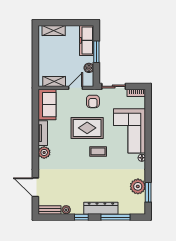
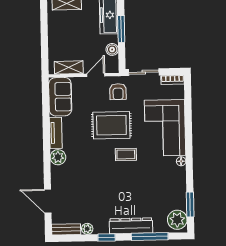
plant: (138, 186) -> (177, 220), moved

